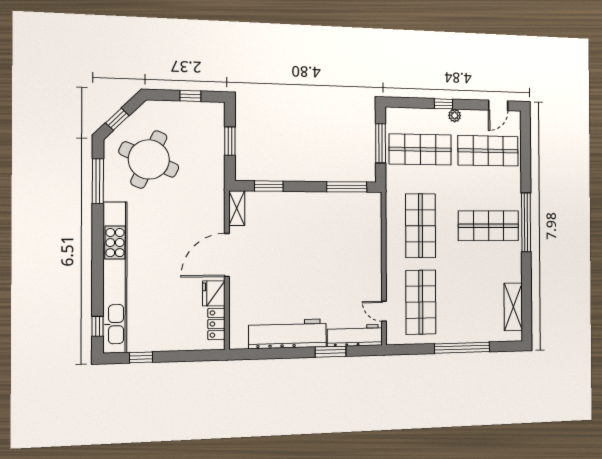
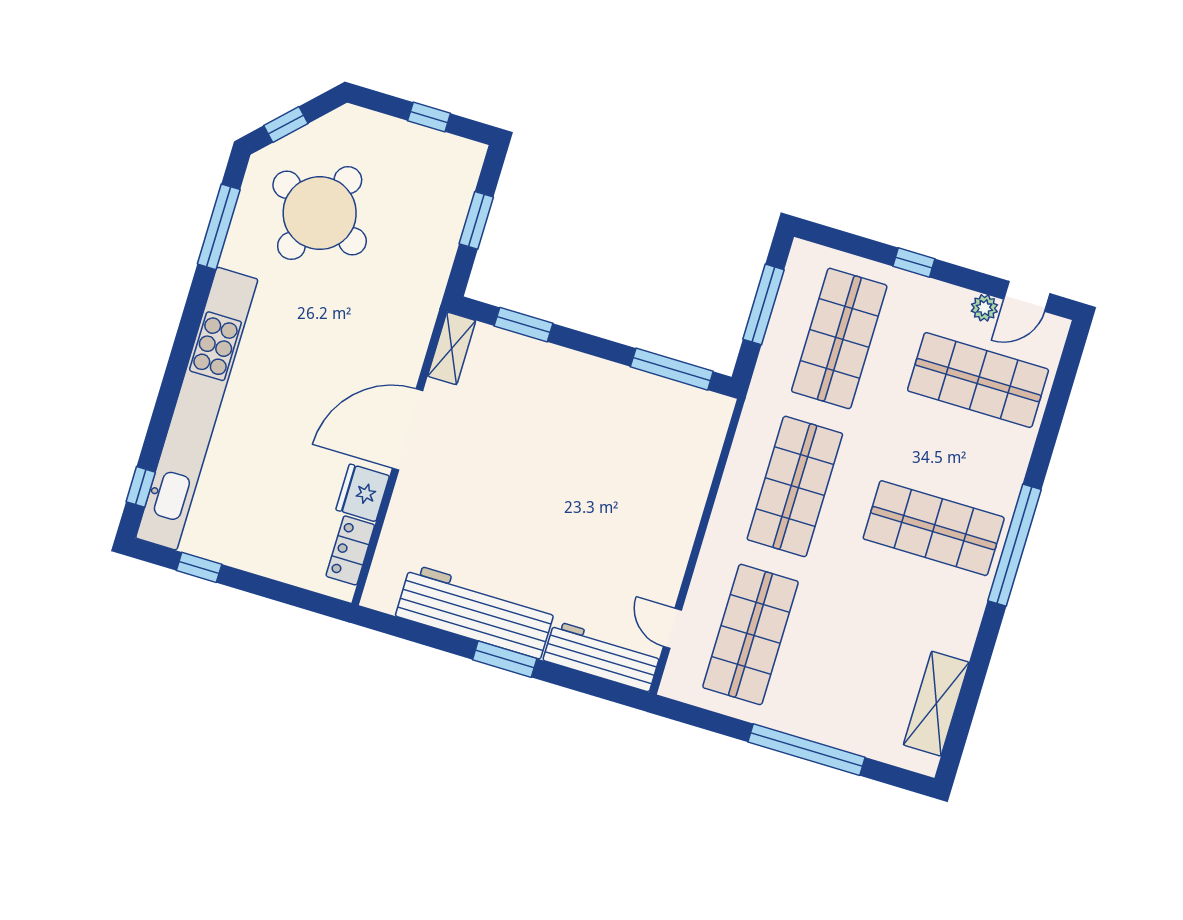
plant: (455, 115) -> (984, 308), moved
shop shelf: (420, 149) -> (839, 338), turned 90
window: (331, 352) -> (505, 659), moved

